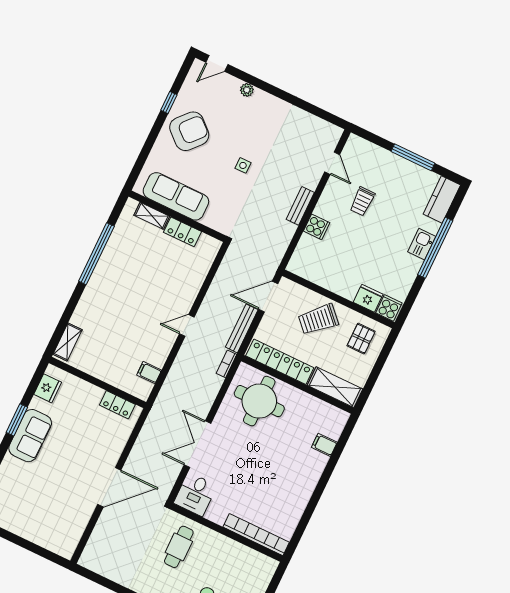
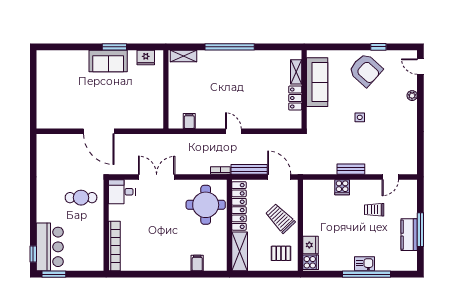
kitchen counter: (442, 199) -> (409, 235), moved, turned -90
window: (96, 254) -> (230, 47), moved
locker: (117, 405) -> (157, 110), removed

